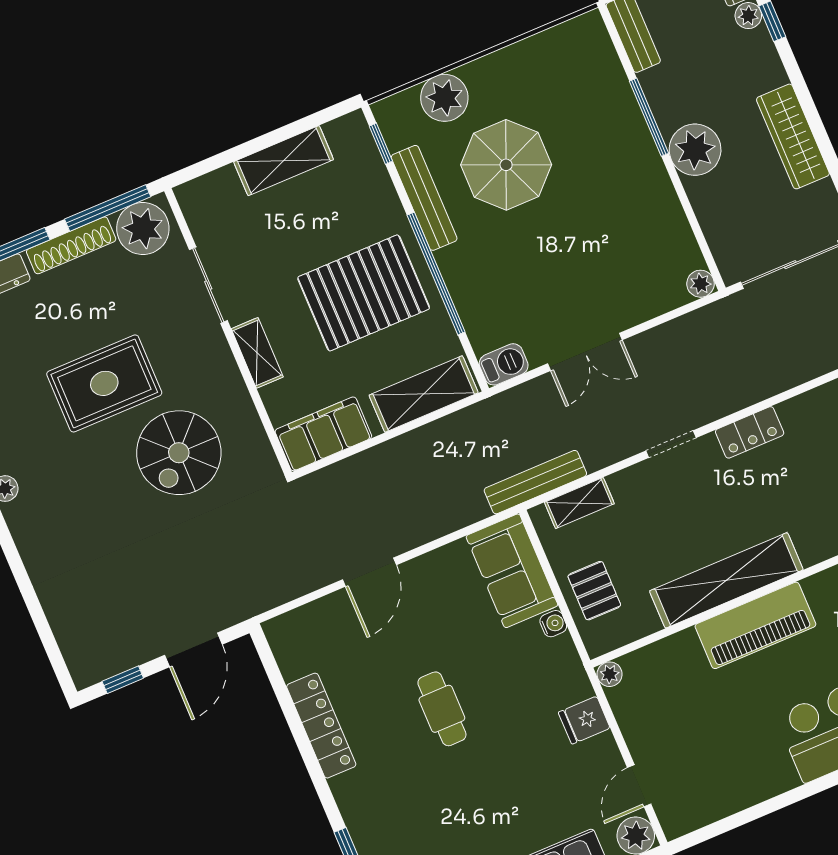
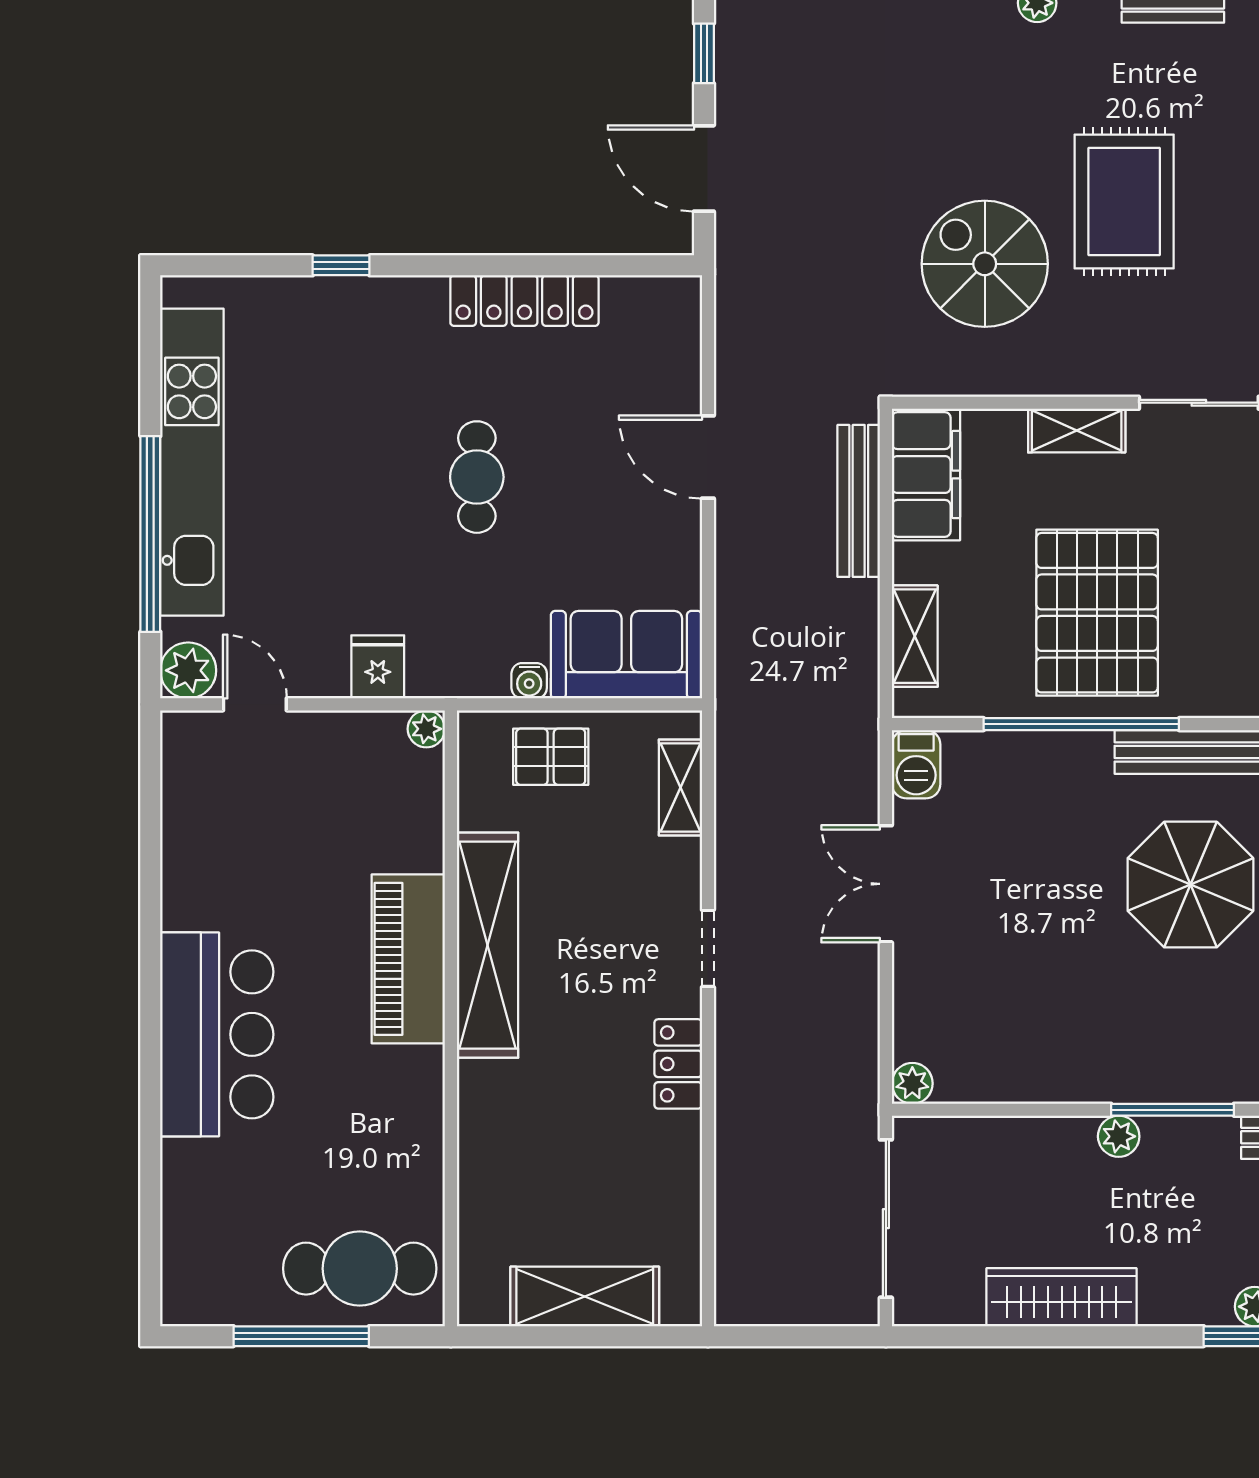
plant: (695, 150) -> (1119, 1136), width x0.53, depth x0.53
shelving: (424, 394) -> (915, 636), width x0.67, depth x0.75
bench: (535, 482) -> (859, 501), moved
cafe table: (442, 709) -> (477, 477), turned 90

